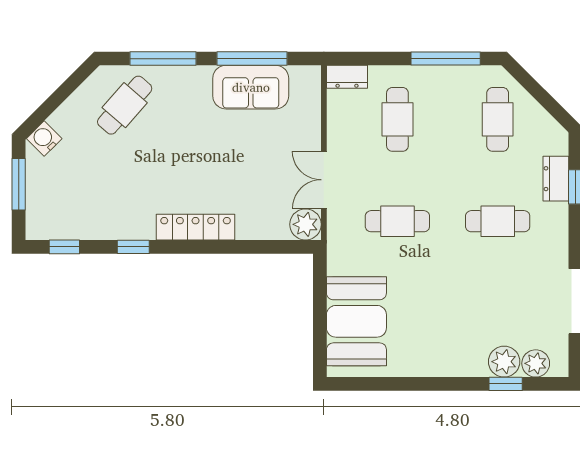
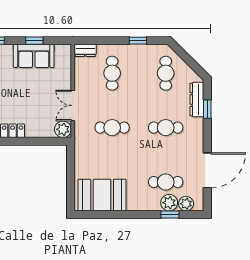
window: (252, 59) -> (34, 41), width x0.46
window: (446, 59) -> (138, 41), width x0.46
dresser: (556, 179) -> (197, 100), width x1.44
booth: (356, 321) -> (102, 195), moved, turned 90
cafe table: (498, 323) -> (166, 182), added

